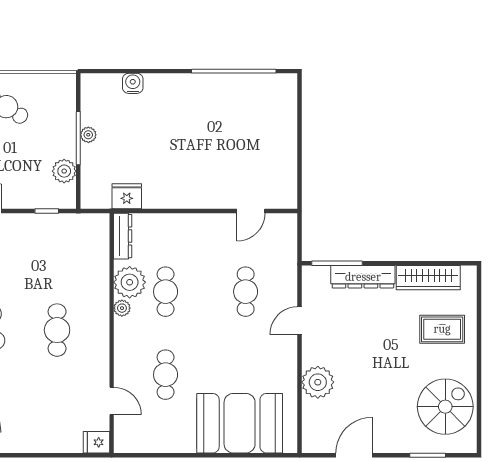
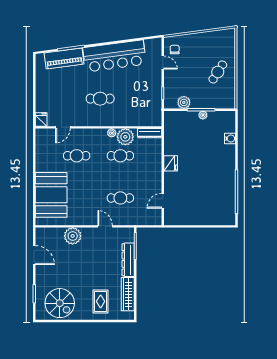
fridge: (127, 196) -> (171, 163), moved
door: (251, 211) -> (163, 201), hinge flipped

